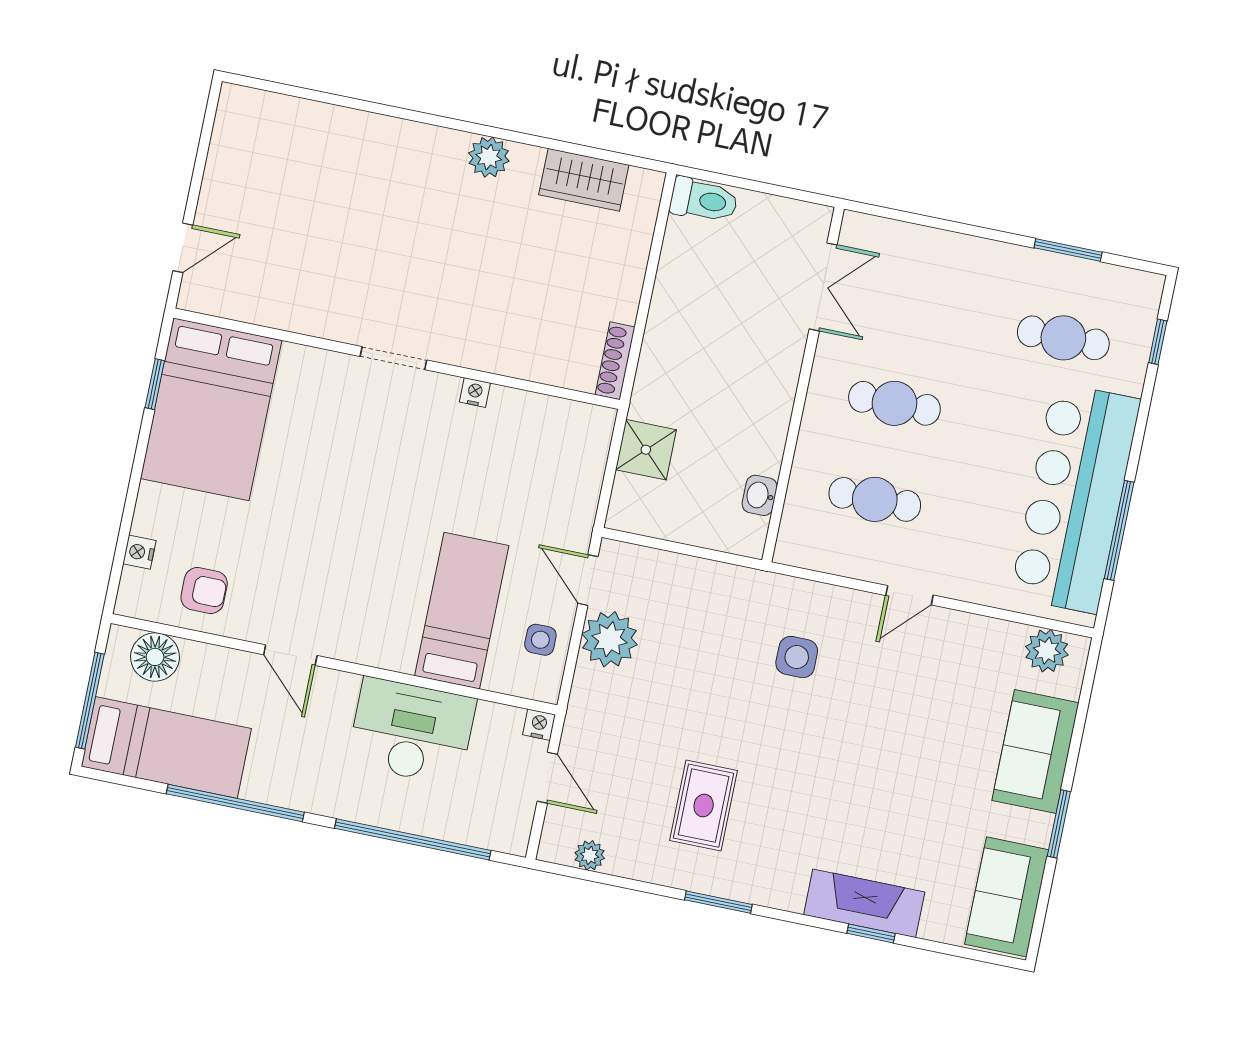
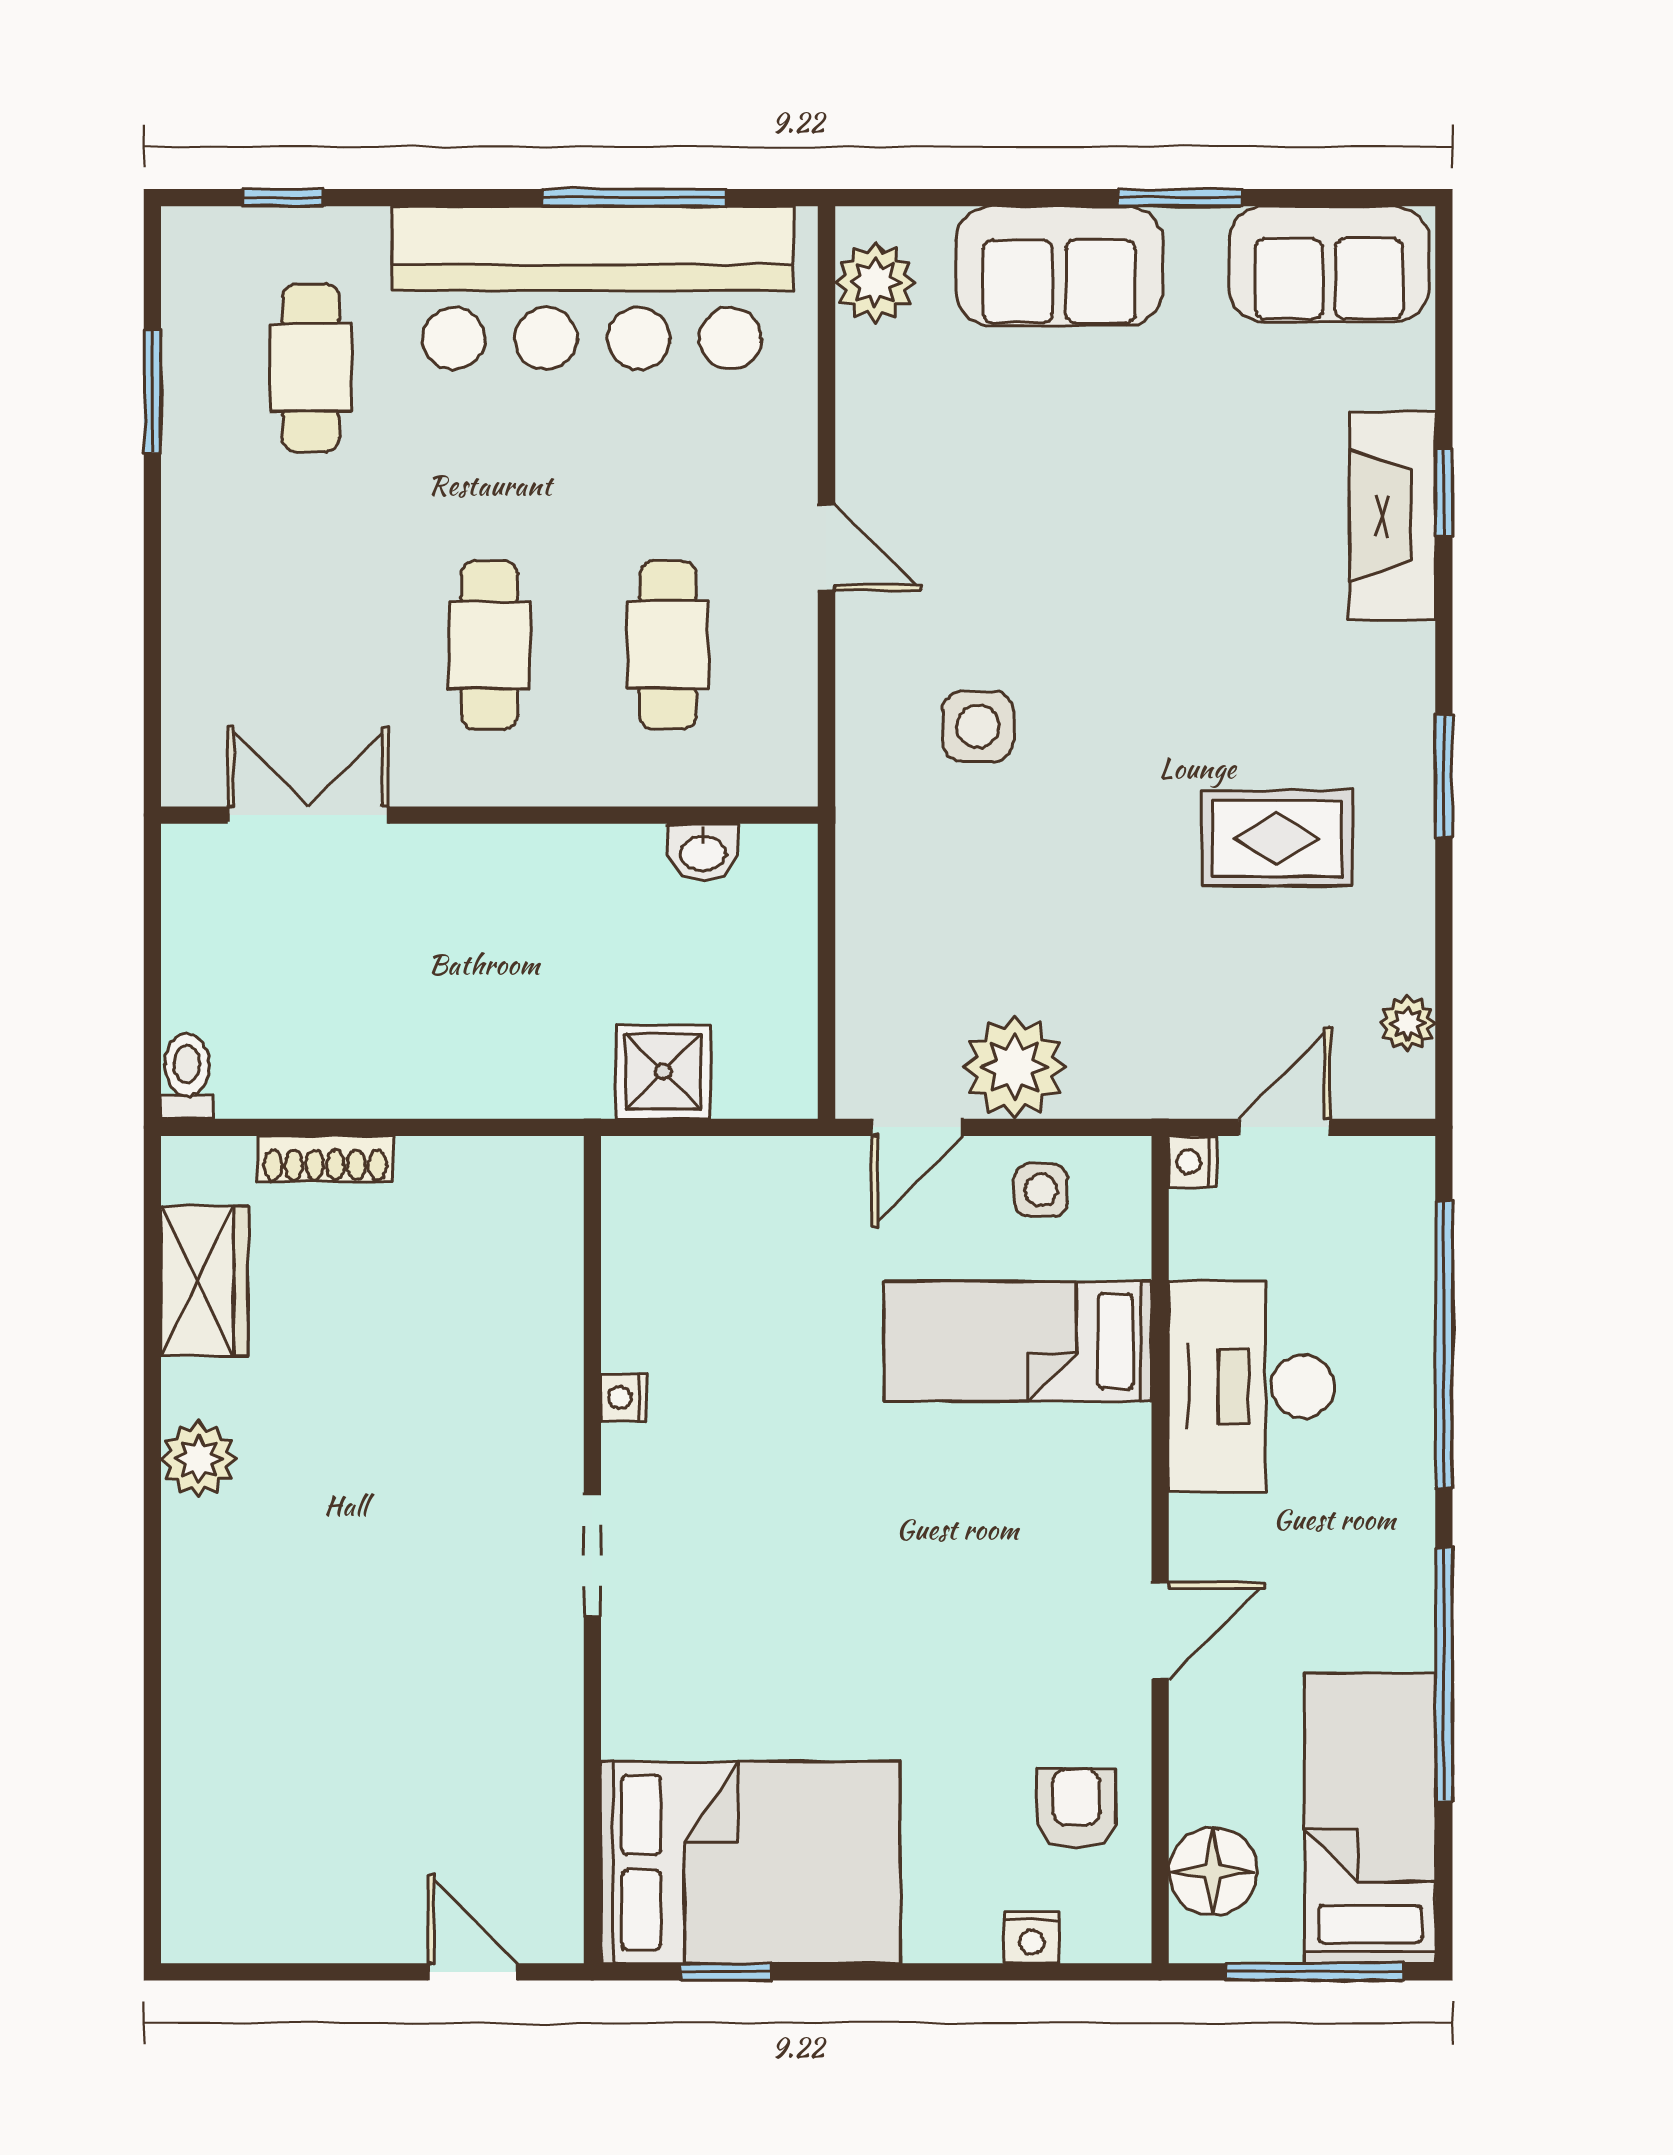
toilet: (704, 200) -> (187, 1076), width x0.73, depth x0.72
shoe rack: (615, 361) -> (325, 1159), moved

